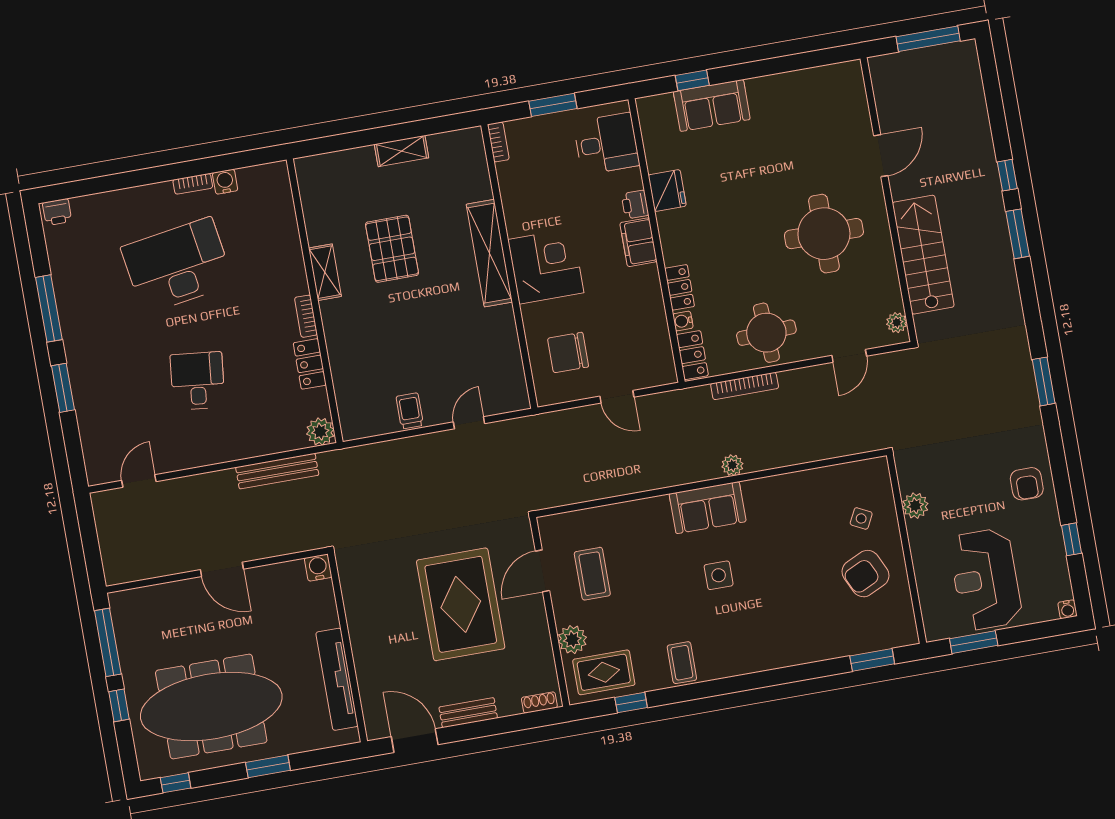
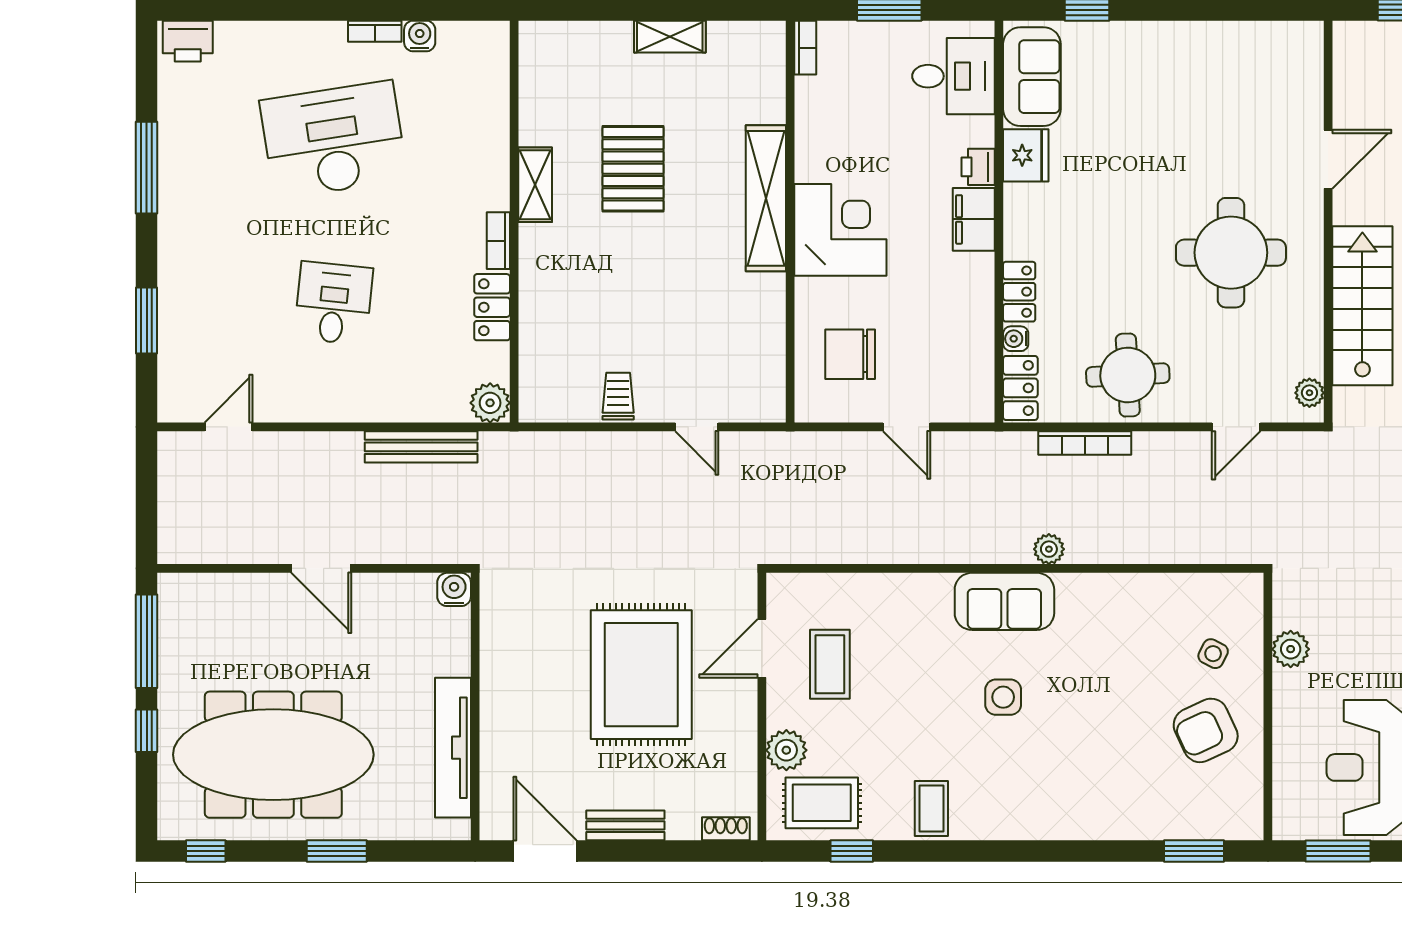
sofa: (712, 105) -> (1032, 77), moved, turned -90
printer: (57, 212) -> (188, 41), width x1.36, depth x1.24
window: (63, 388) -> (147, 320), moved
door: (469, 423) -> (697, 427), swing flipped

